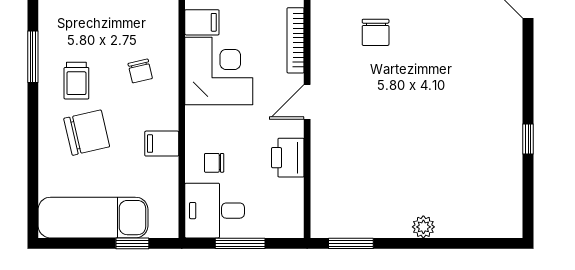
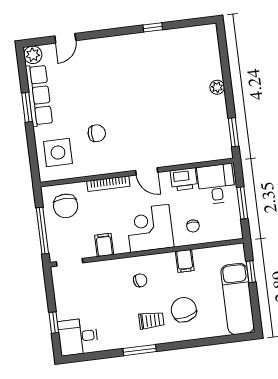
corner desk: (219, 71) -> (150, 228), moved
desk: (215, 211) -> (216, 184), moved, turned 180

